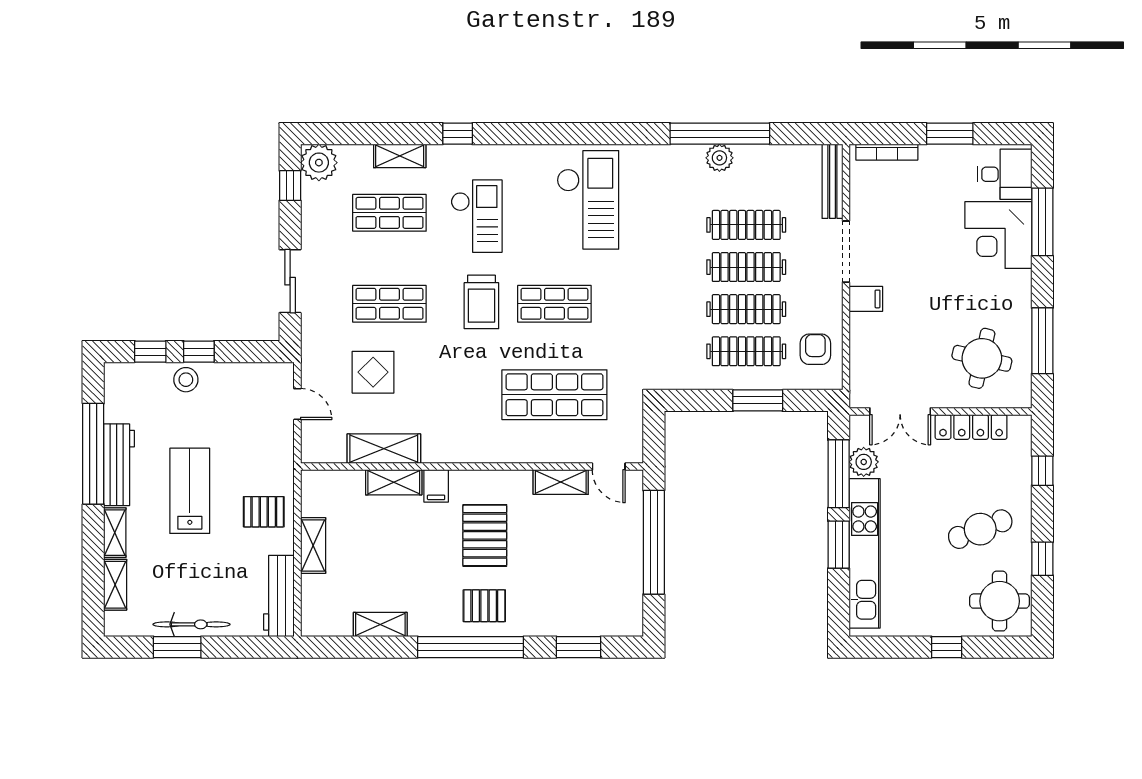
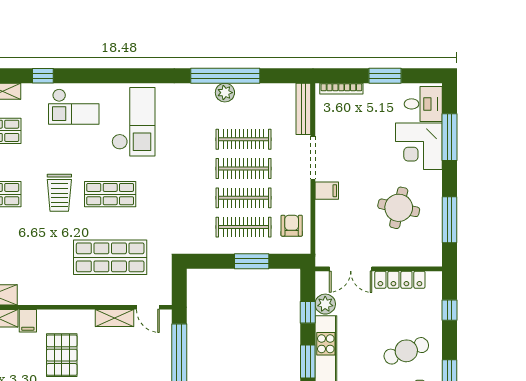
checkout: (477, 216) -> (74, 107), moved, turned 90
round table: (982, 358) -> (399, 208), moved
window: (839, 474) -> (308, 312), width x0.46

